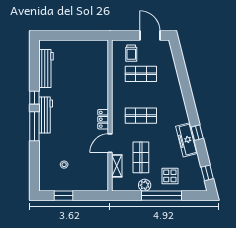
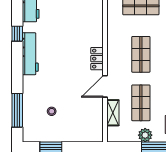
shop shelf: (141, 116) -> (141, 54), turned 90
window: (34, 126) -> (17, 110), moved

